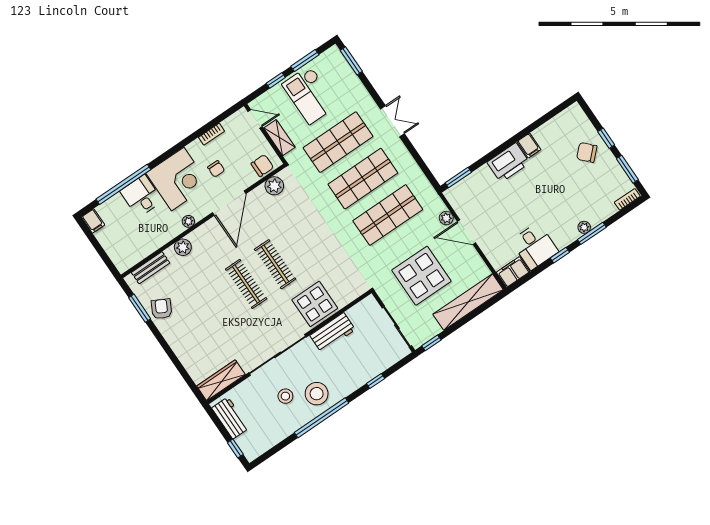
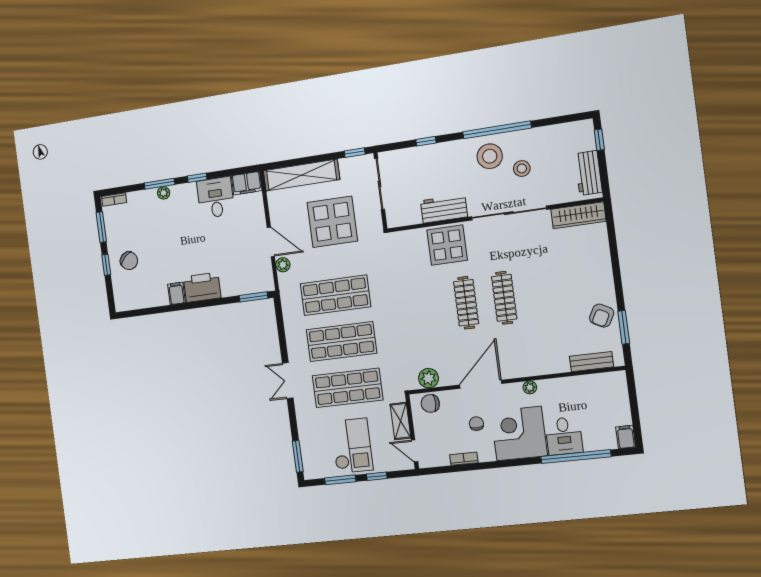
plant: (183, 247) -> (548, 365), removed

